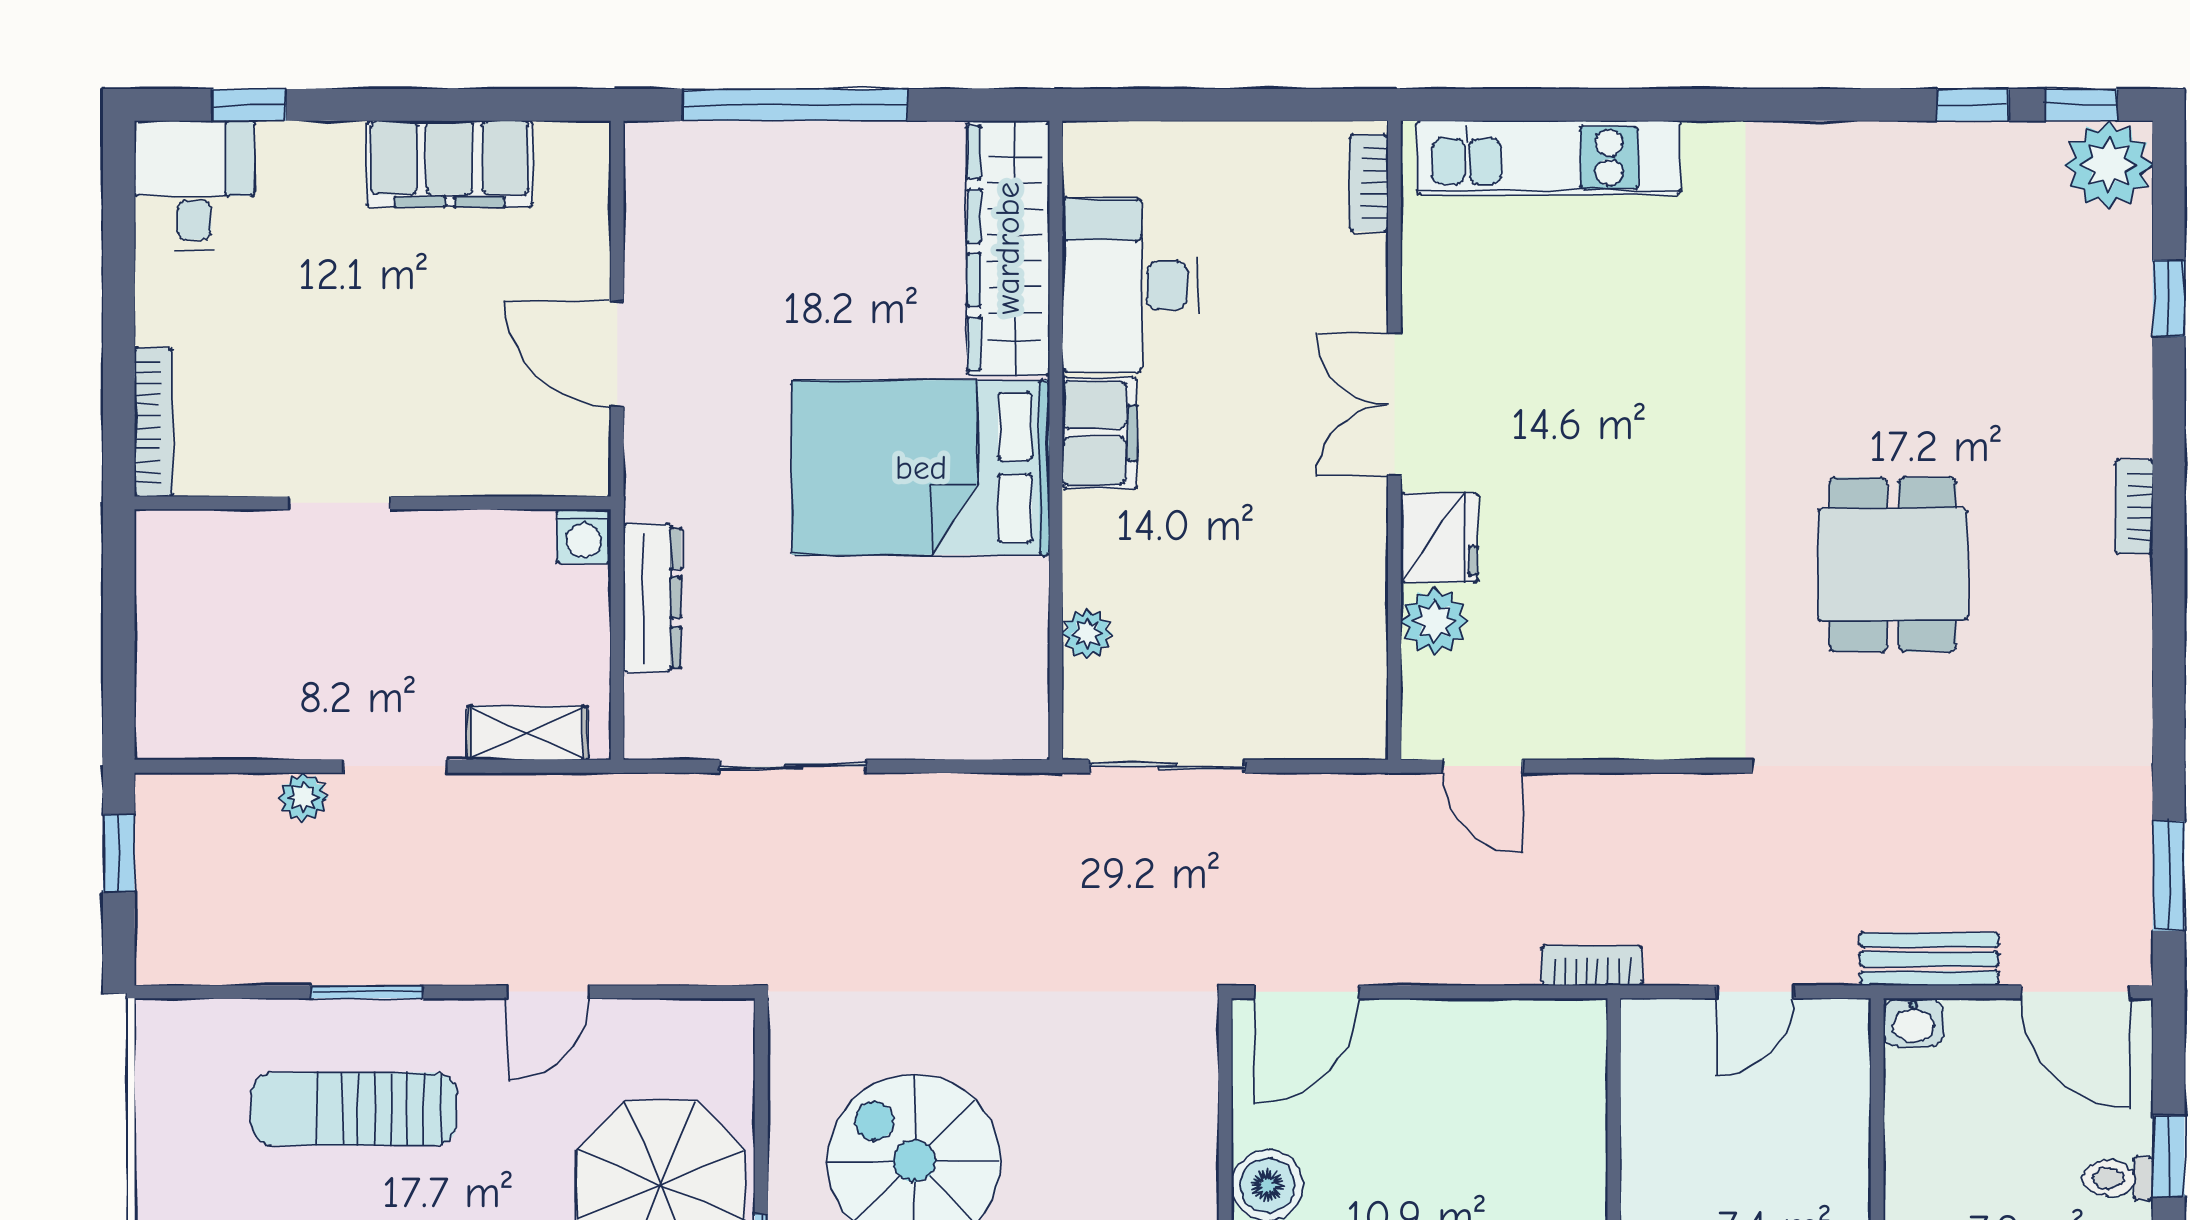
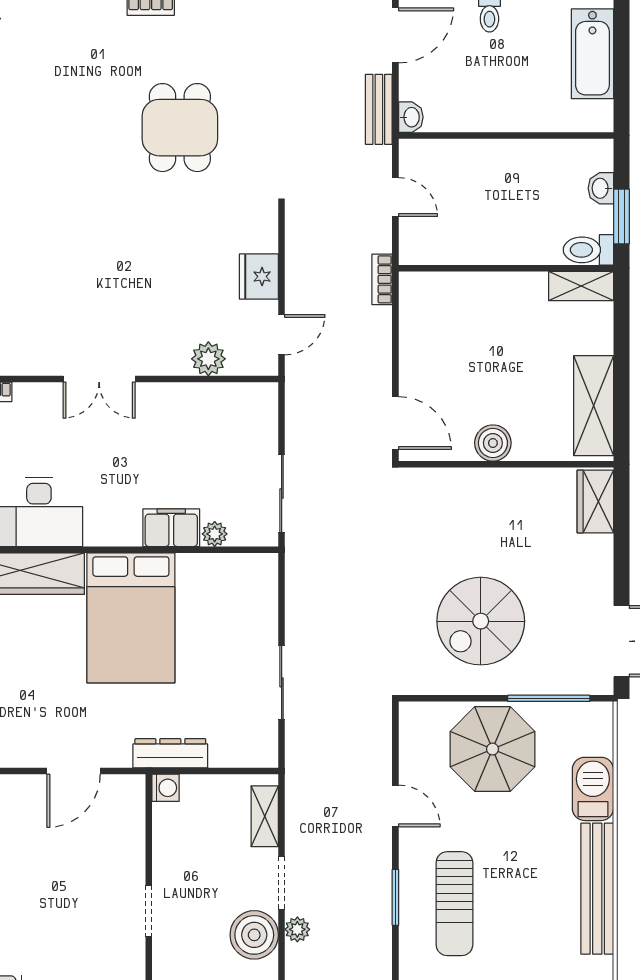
filing cabinet: (1100, 433) -> (171, 528), moved
fridge: (1439, 538) -> (259, 277), moved, turned -90
dining table: (1893, 565) -> (180, 128), turned 90
dresser: (652, 598) -> (170, 753), moved
boiler: (292, 712) -> (254, 935), added

